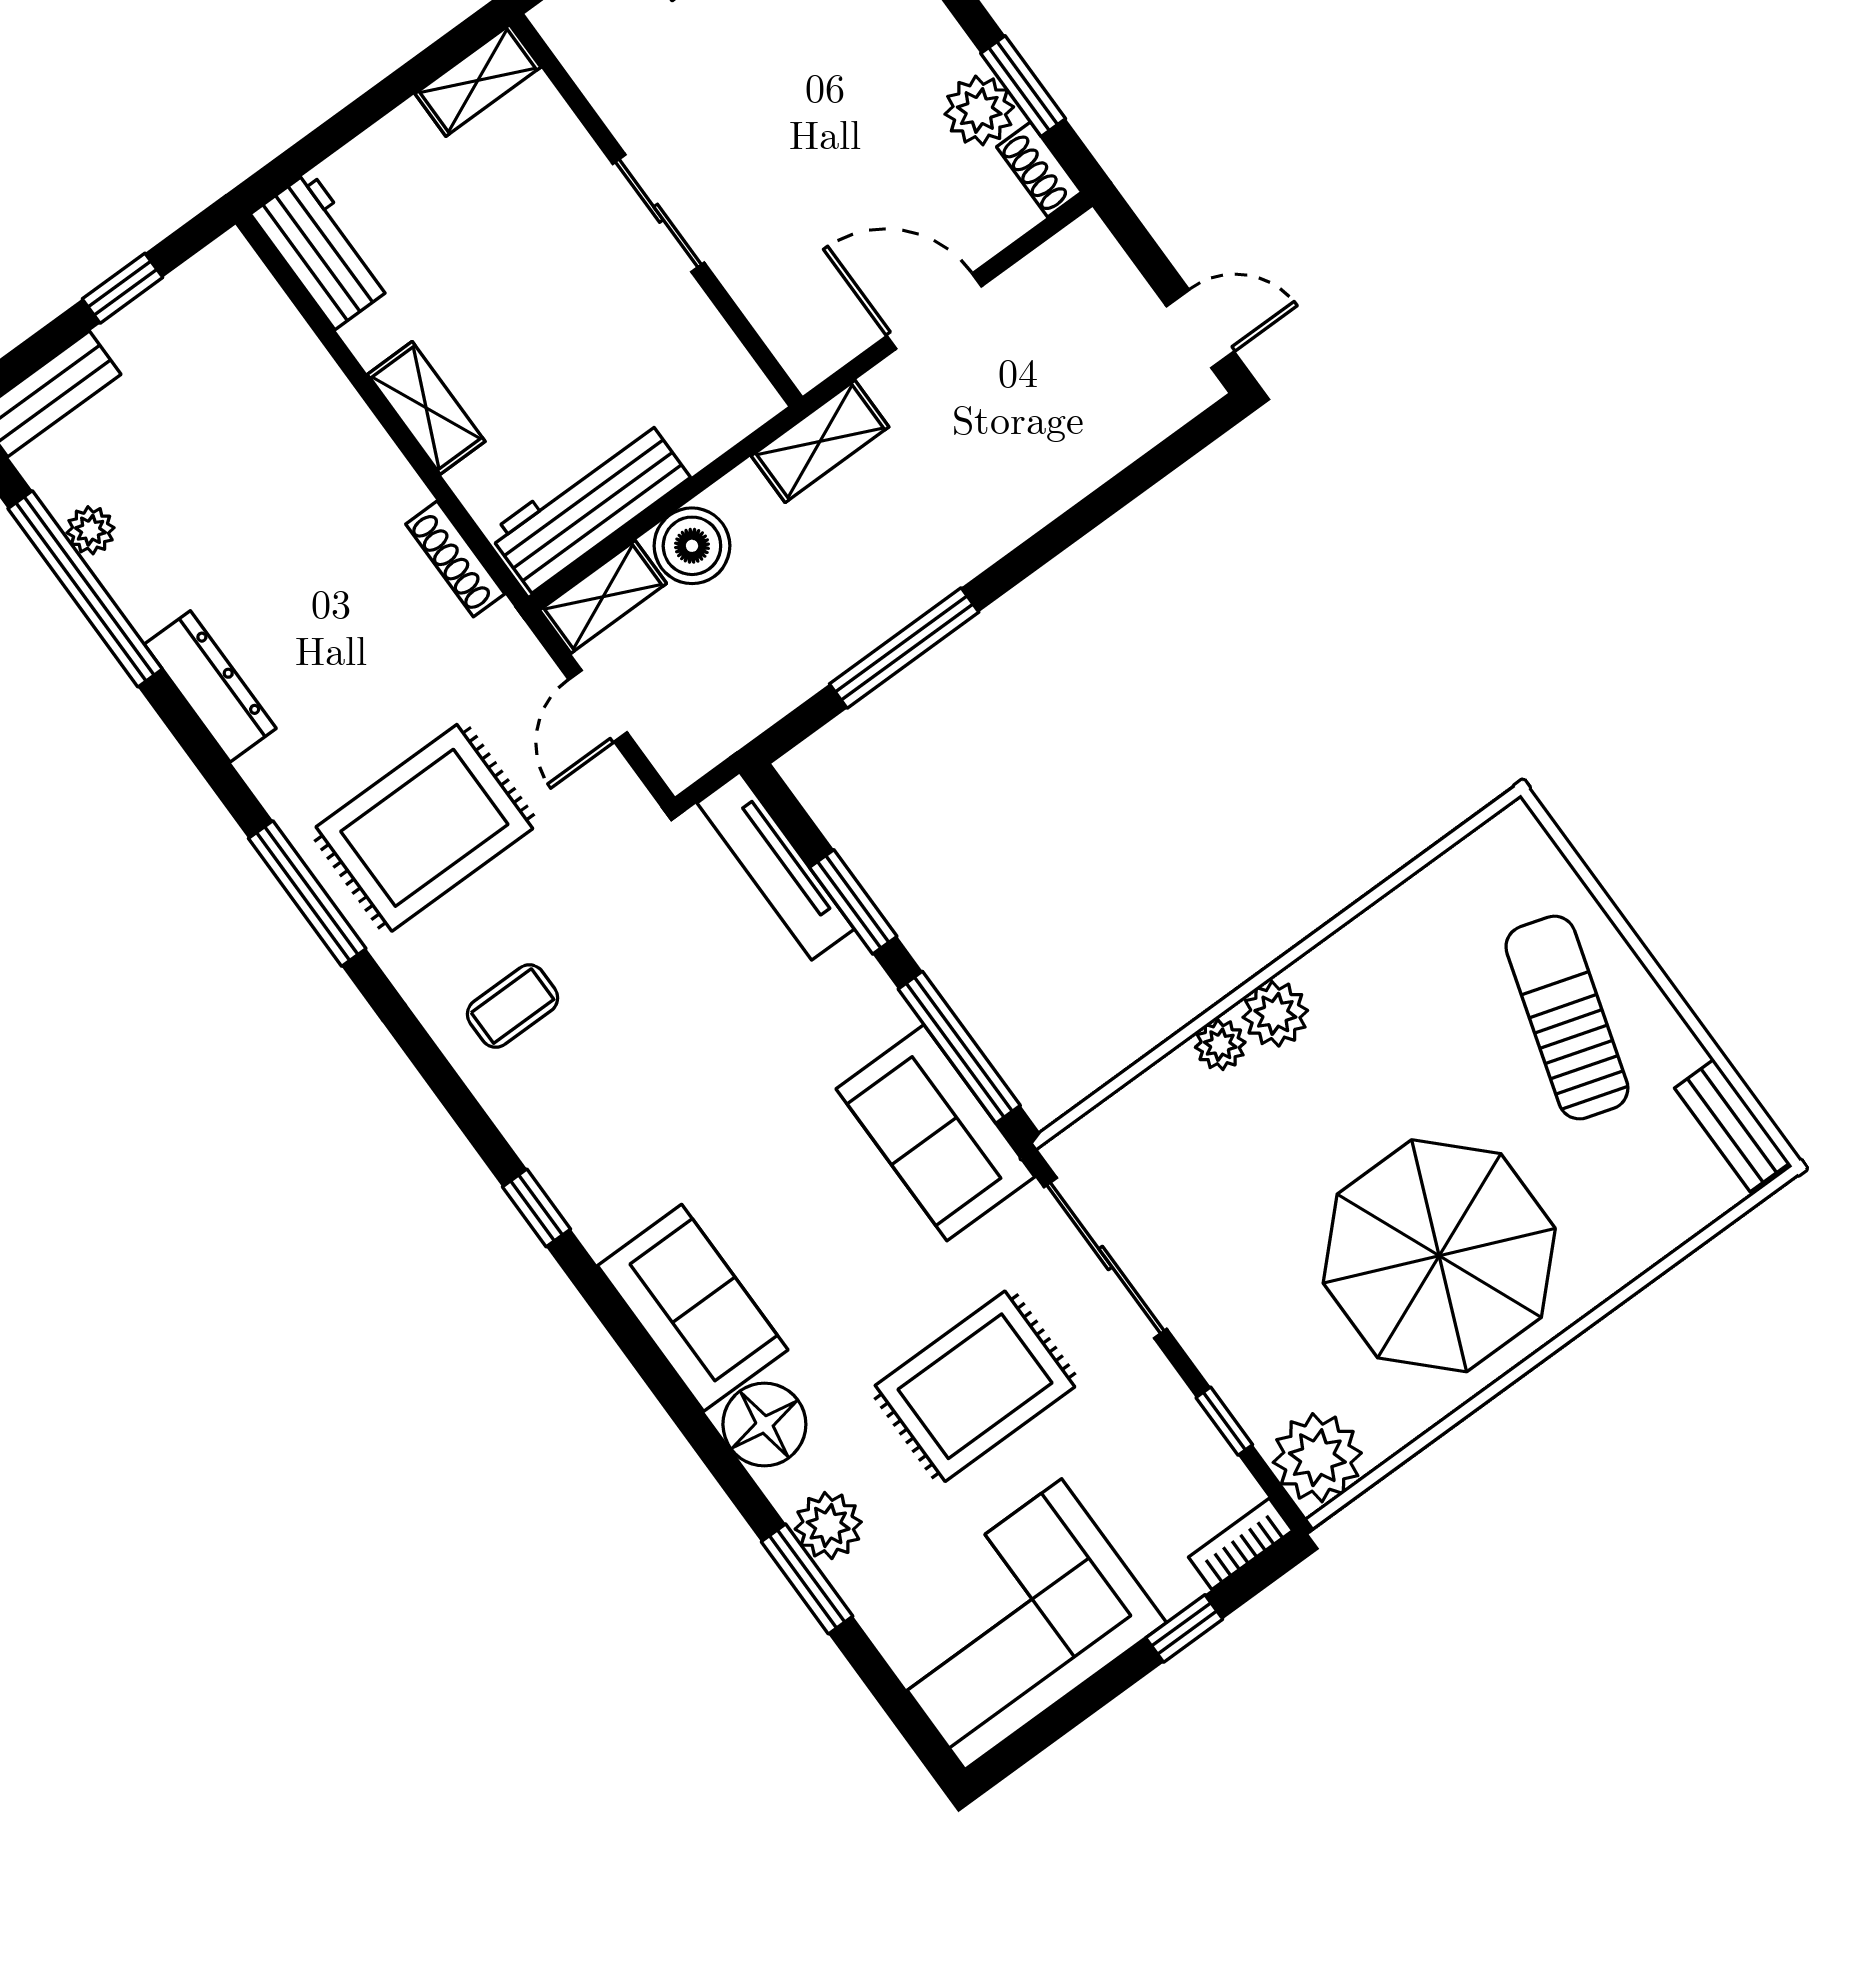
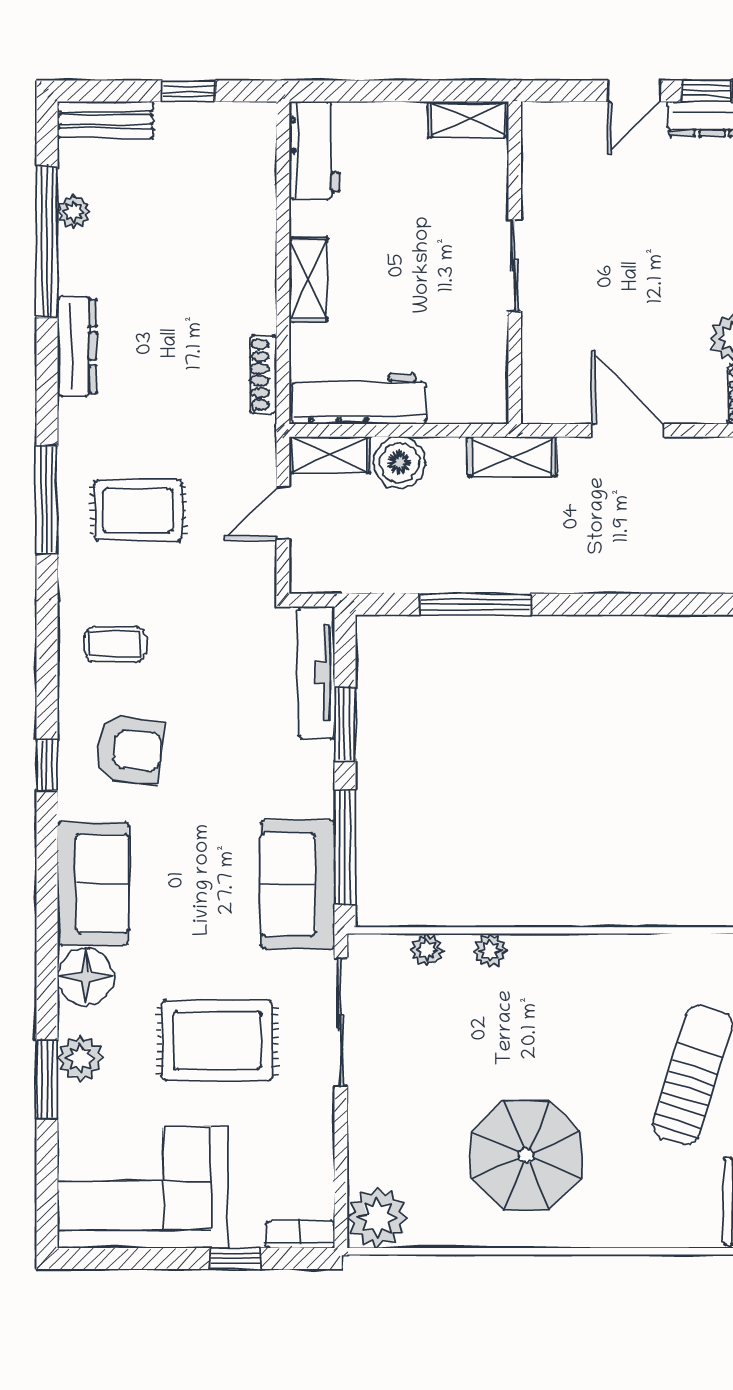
rug: (424, 828) -> (138, 510), width x0.73, depth x0.70
plant: (1275, 1014) -> (427, 950), moved, width x0.73, depth x0.73
armchair: (620, 1118) -> (129, 750), added
parasol: (1439, 1256) -> (526, 1155), width x0.73, depth x0.73
window: (1224, 1421) -> (341, 1160), removed

